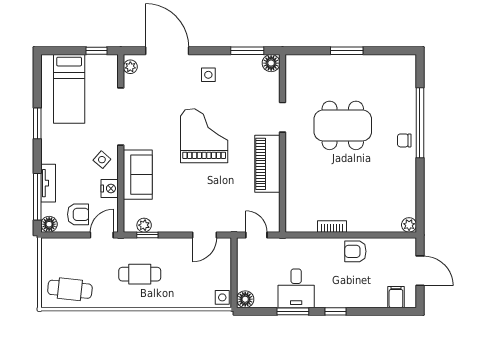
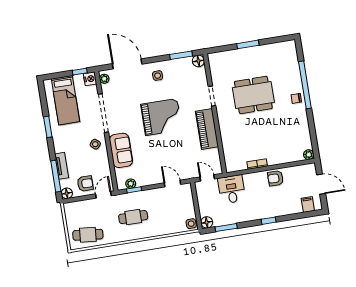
grand piano: (204, 136) -> (161, 117), turned 90
nightstand: (110, 188) -> (90, 79), moved
door: (205, 235) -> (172, 184), swing flipped
desk: (296, 288) -> (232, 189), moved, turned 180
window: (293, 311) -> (226, 228), moved

